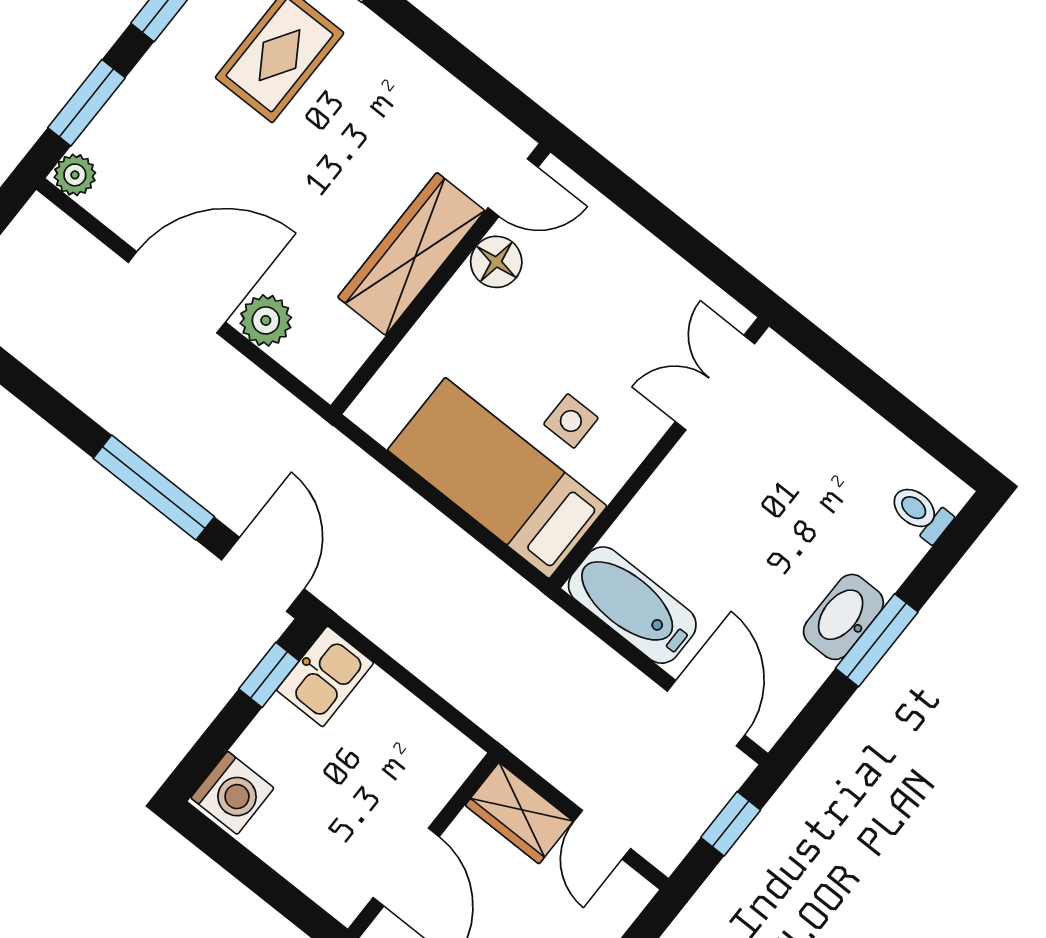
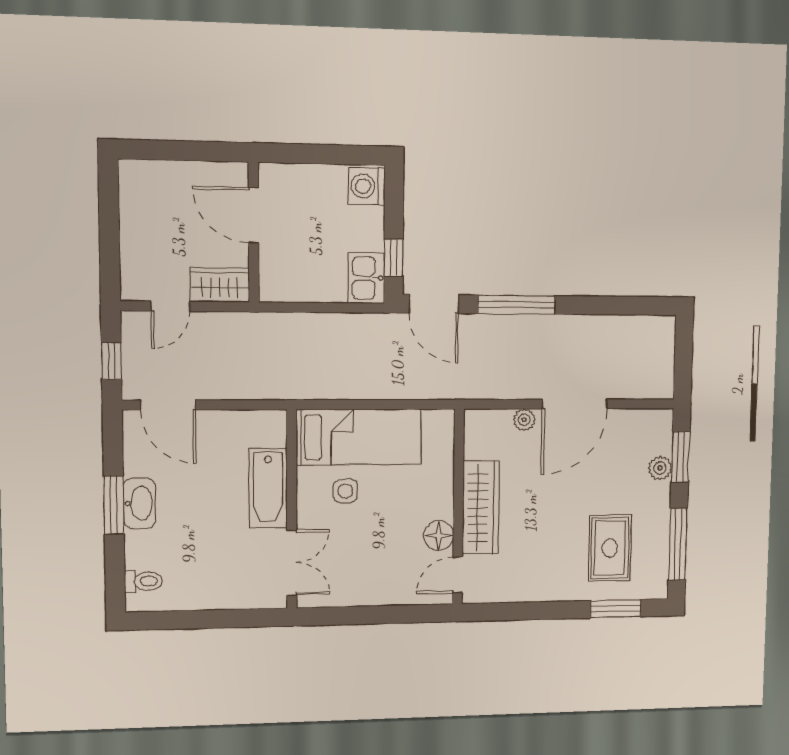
plant: (75, 175) -> (660, 468), moved
plant: (266, 320) -> (524, 420), width x0.73, depth x0.73
bathtub: (632, 605) -> (268, 488), moved, turned 90
door: (602, 835) -> (170, 306), swing flipped

